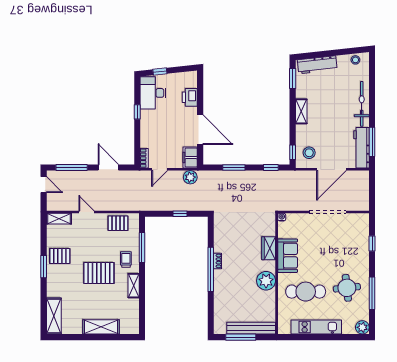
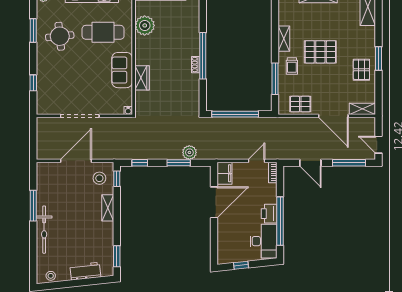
workbench: (317, 65) -> (85, 271), width x0.73
window: (160, 71) -> (241, 265), moved
printer: (190, 97) -> (269, 214), moved, turned 180
shelving: (301, 111) -> (108, 208), moved
window: (137, 112) -> (280, 221), width x3.17
door: (200, 130) -> (214, 202), swing flipped
window: (372, 142) -> (33, 206), moved
workbench: (361, 148) -> (44, 183), removed
plant: (190, 177) -> (189, 152), moved
door: (87, 212) -> (333, 116), width x1.87
window: (180, 214) -> (235, 114), width x3.17
pallet: (60, 256) -> (361, 70), turned 90
plant: (266, 281) -> (145, 25), moved
window: (372, 293) -> (33, 30), width x0.69

